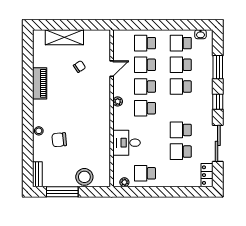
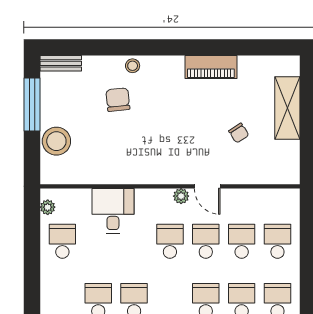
door: (112, 69) -> (207, 186), moved

